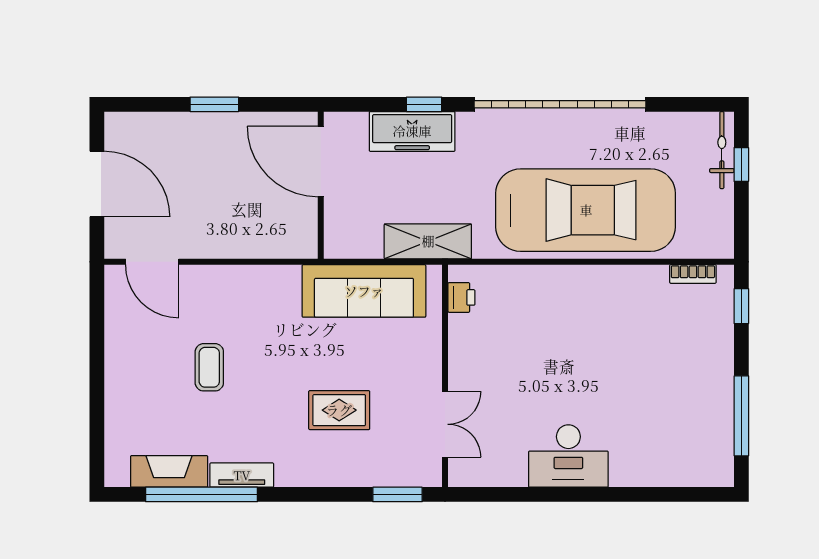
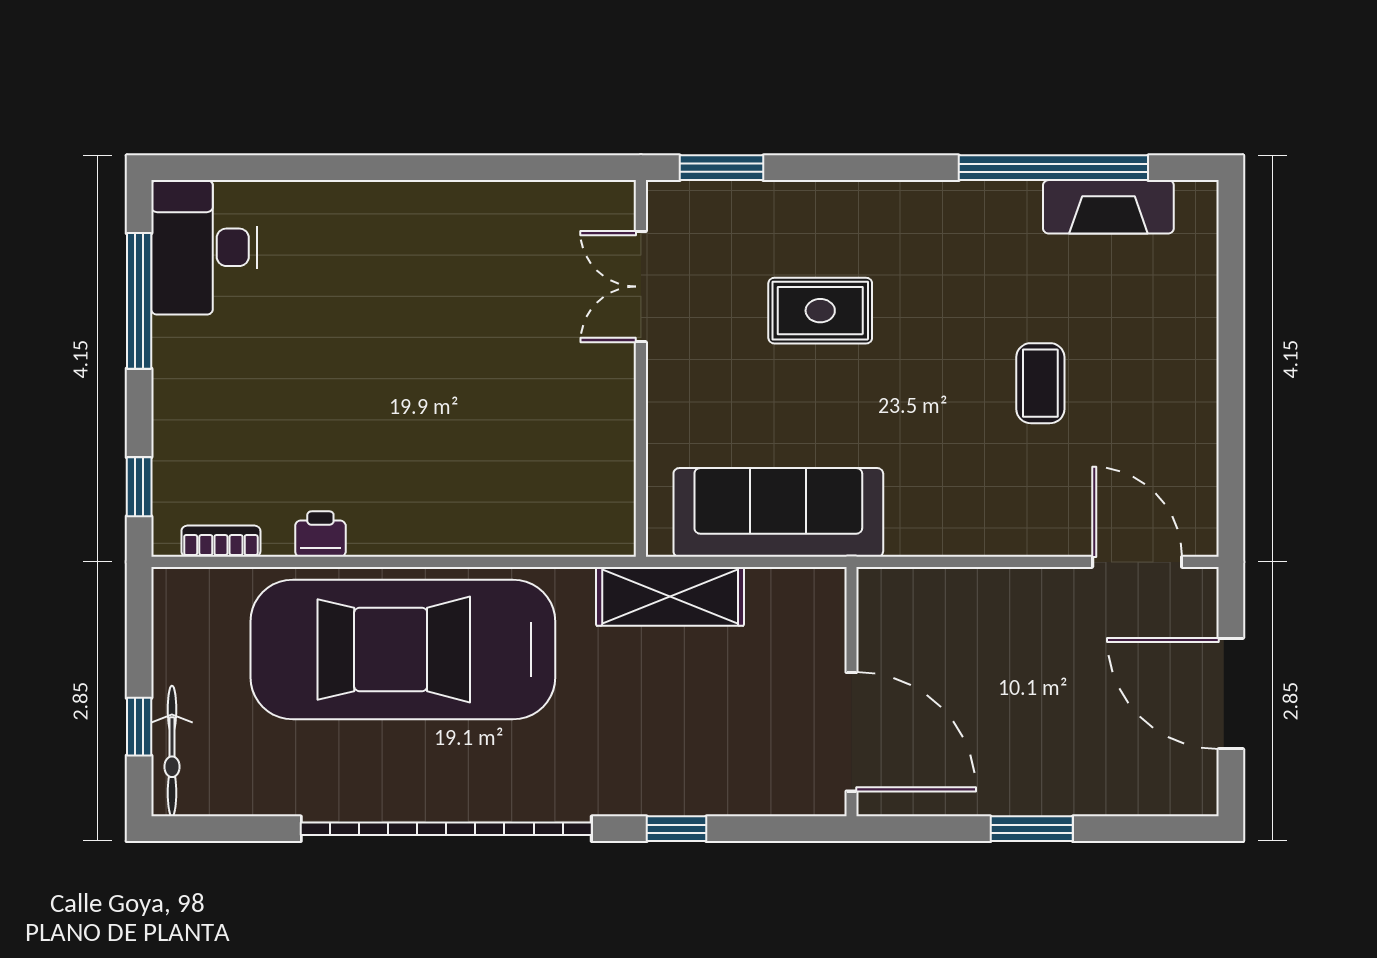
freezer: (412, 131) -> (697, 783), removed
printer: (461, 297) -> (320, 534), moved, turned 90
desk: (568, 456) -> (204, 247), moved, turned -90
tv unit: (242, 475) -> (985, 201), removed

